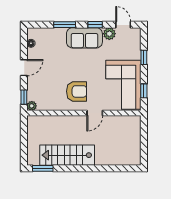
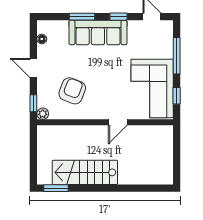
plant: (109, 34) -> (135, 28), removed
sofa: (84, 38) -> (98, 33), width x1.36
window: (144, 57) -> (177, 56), width x2.17
door: (24, 68) -> (33, 68), swing flipped
armchair: (77, 91) -> (72, 91), moved, turned -69

